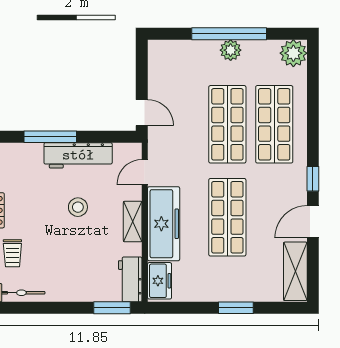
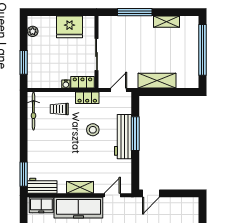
workbench: (78, 155) -> (123, 137), moved
door: (145, 172) -> (112, 195), hinge flipped
stool: (78, 207) -> (93, 130), moved

